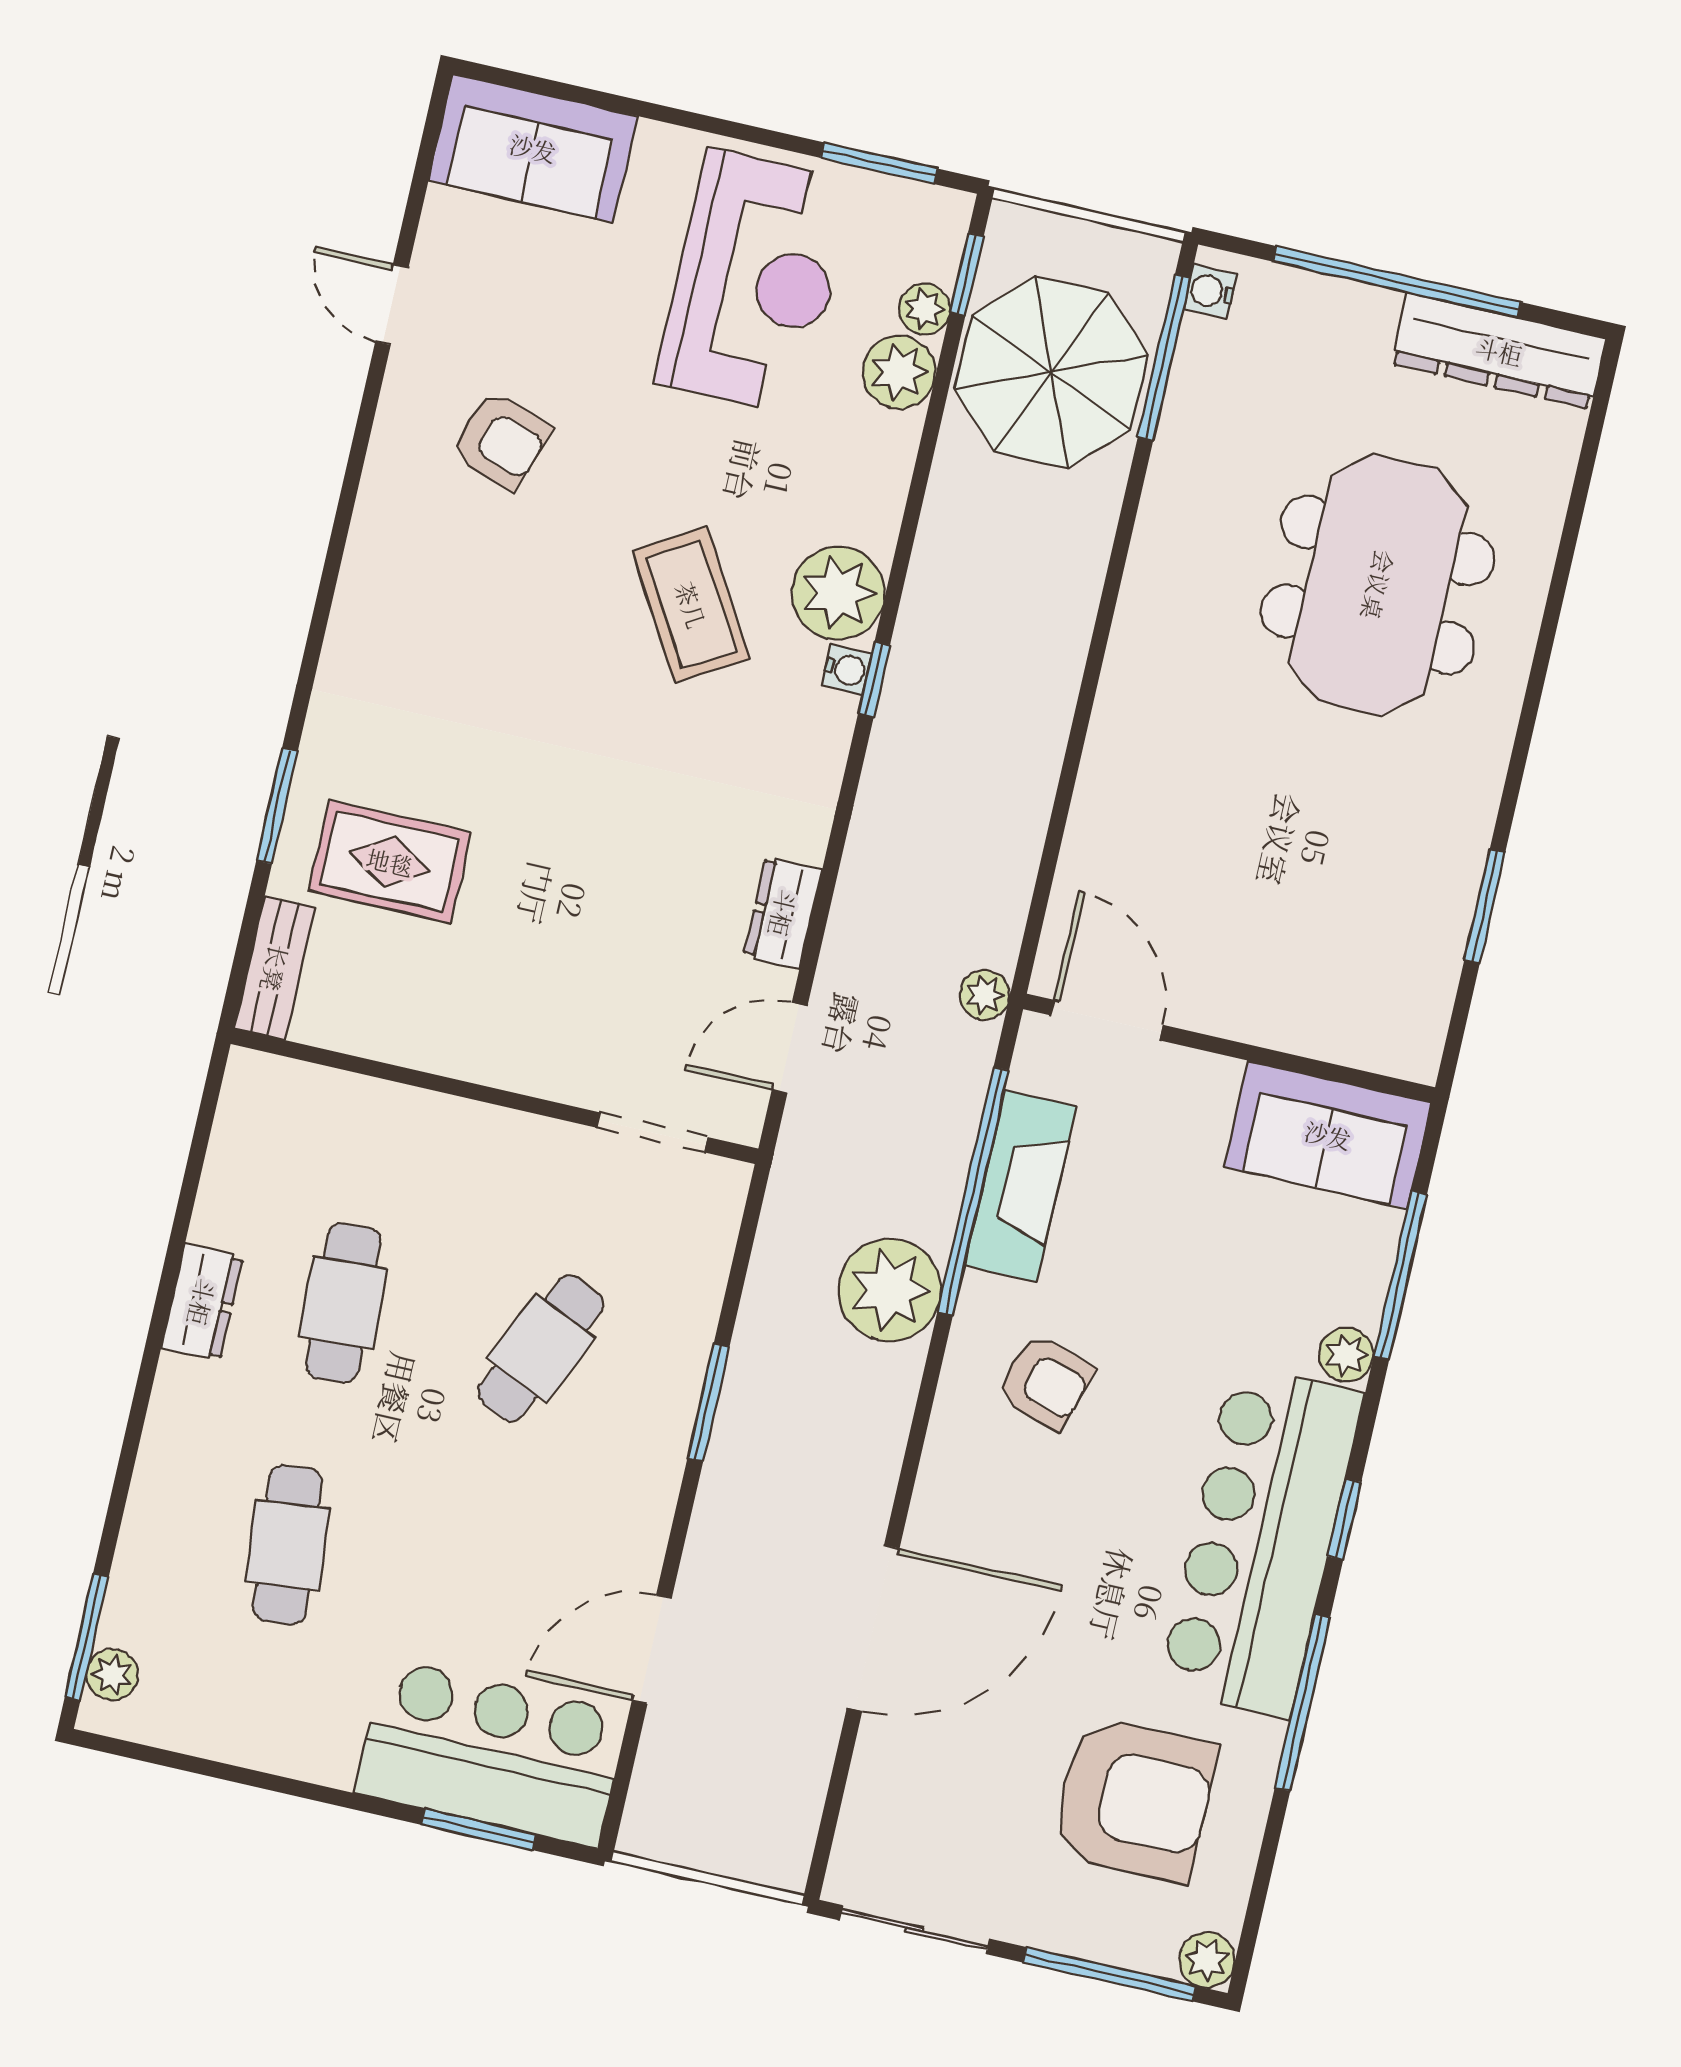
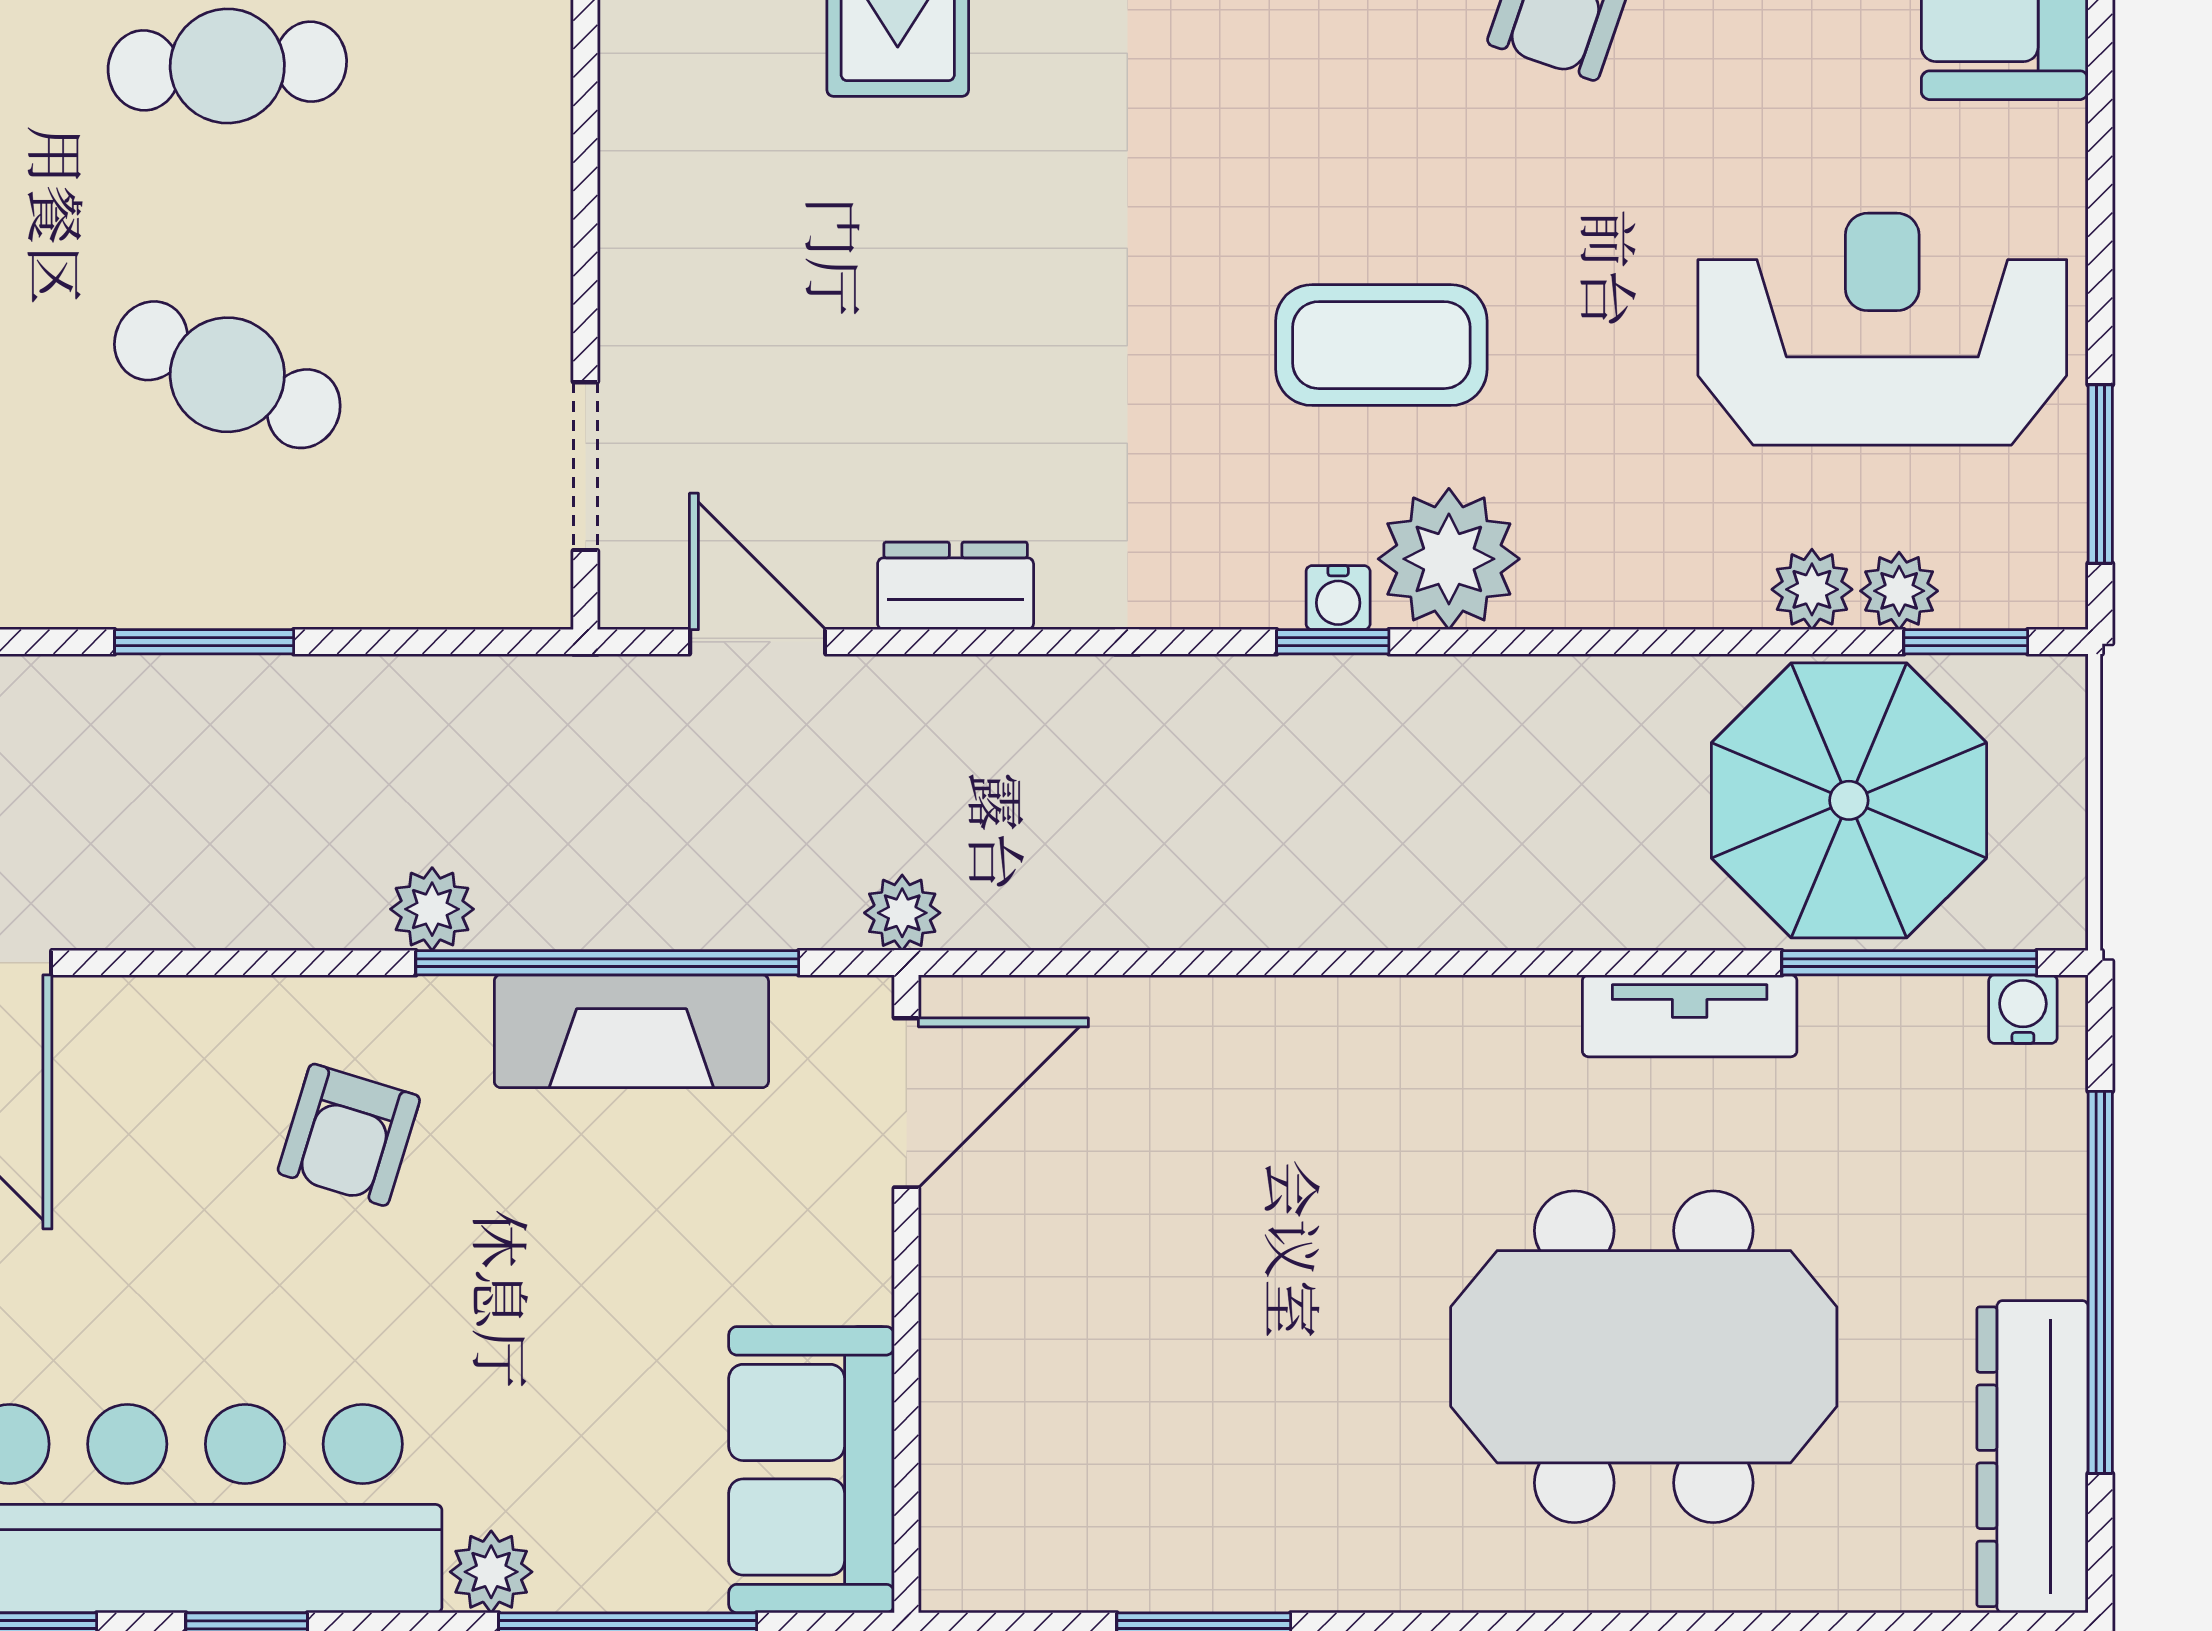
reception desk: (754, 282) -> (1882, 329), turned 180
plant: (899, 372) -> (1812, 589), width x0.73, depth x0.73
tv unit: (1166, 506) -> (1690, 1016), added
coffee table: (691, 605) -> (1381, 345), turned 31
plant: (890, 1290) -> (432, 909), width x0.53, depth x0.53

